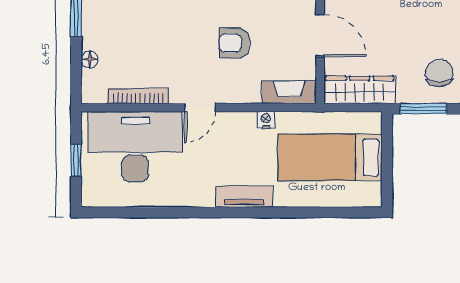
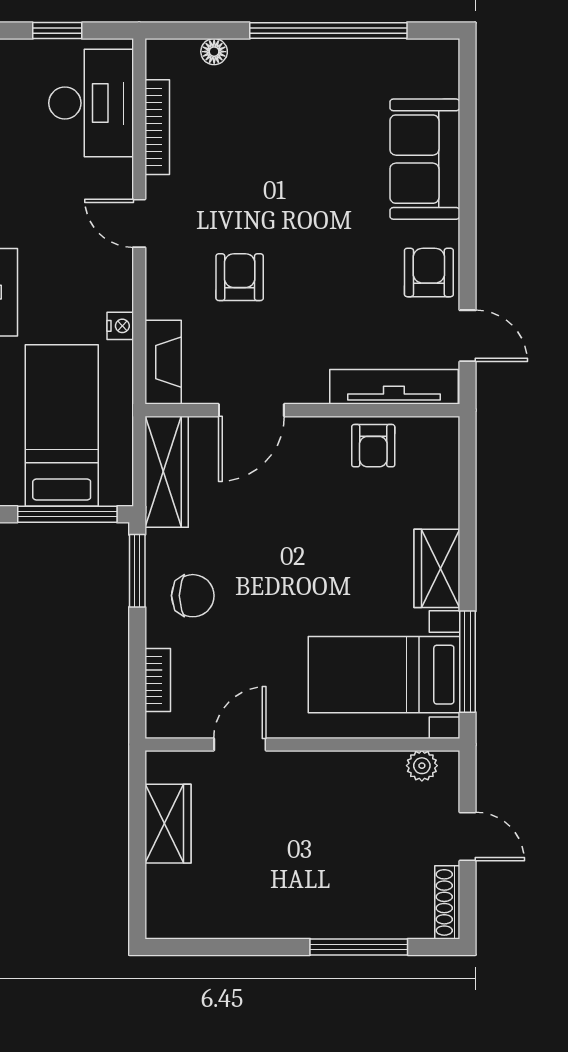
desk: (135, 147) -> (91, 103), width x0.73, depth x0.77
window: (387, 154) -> (67, 514), added

